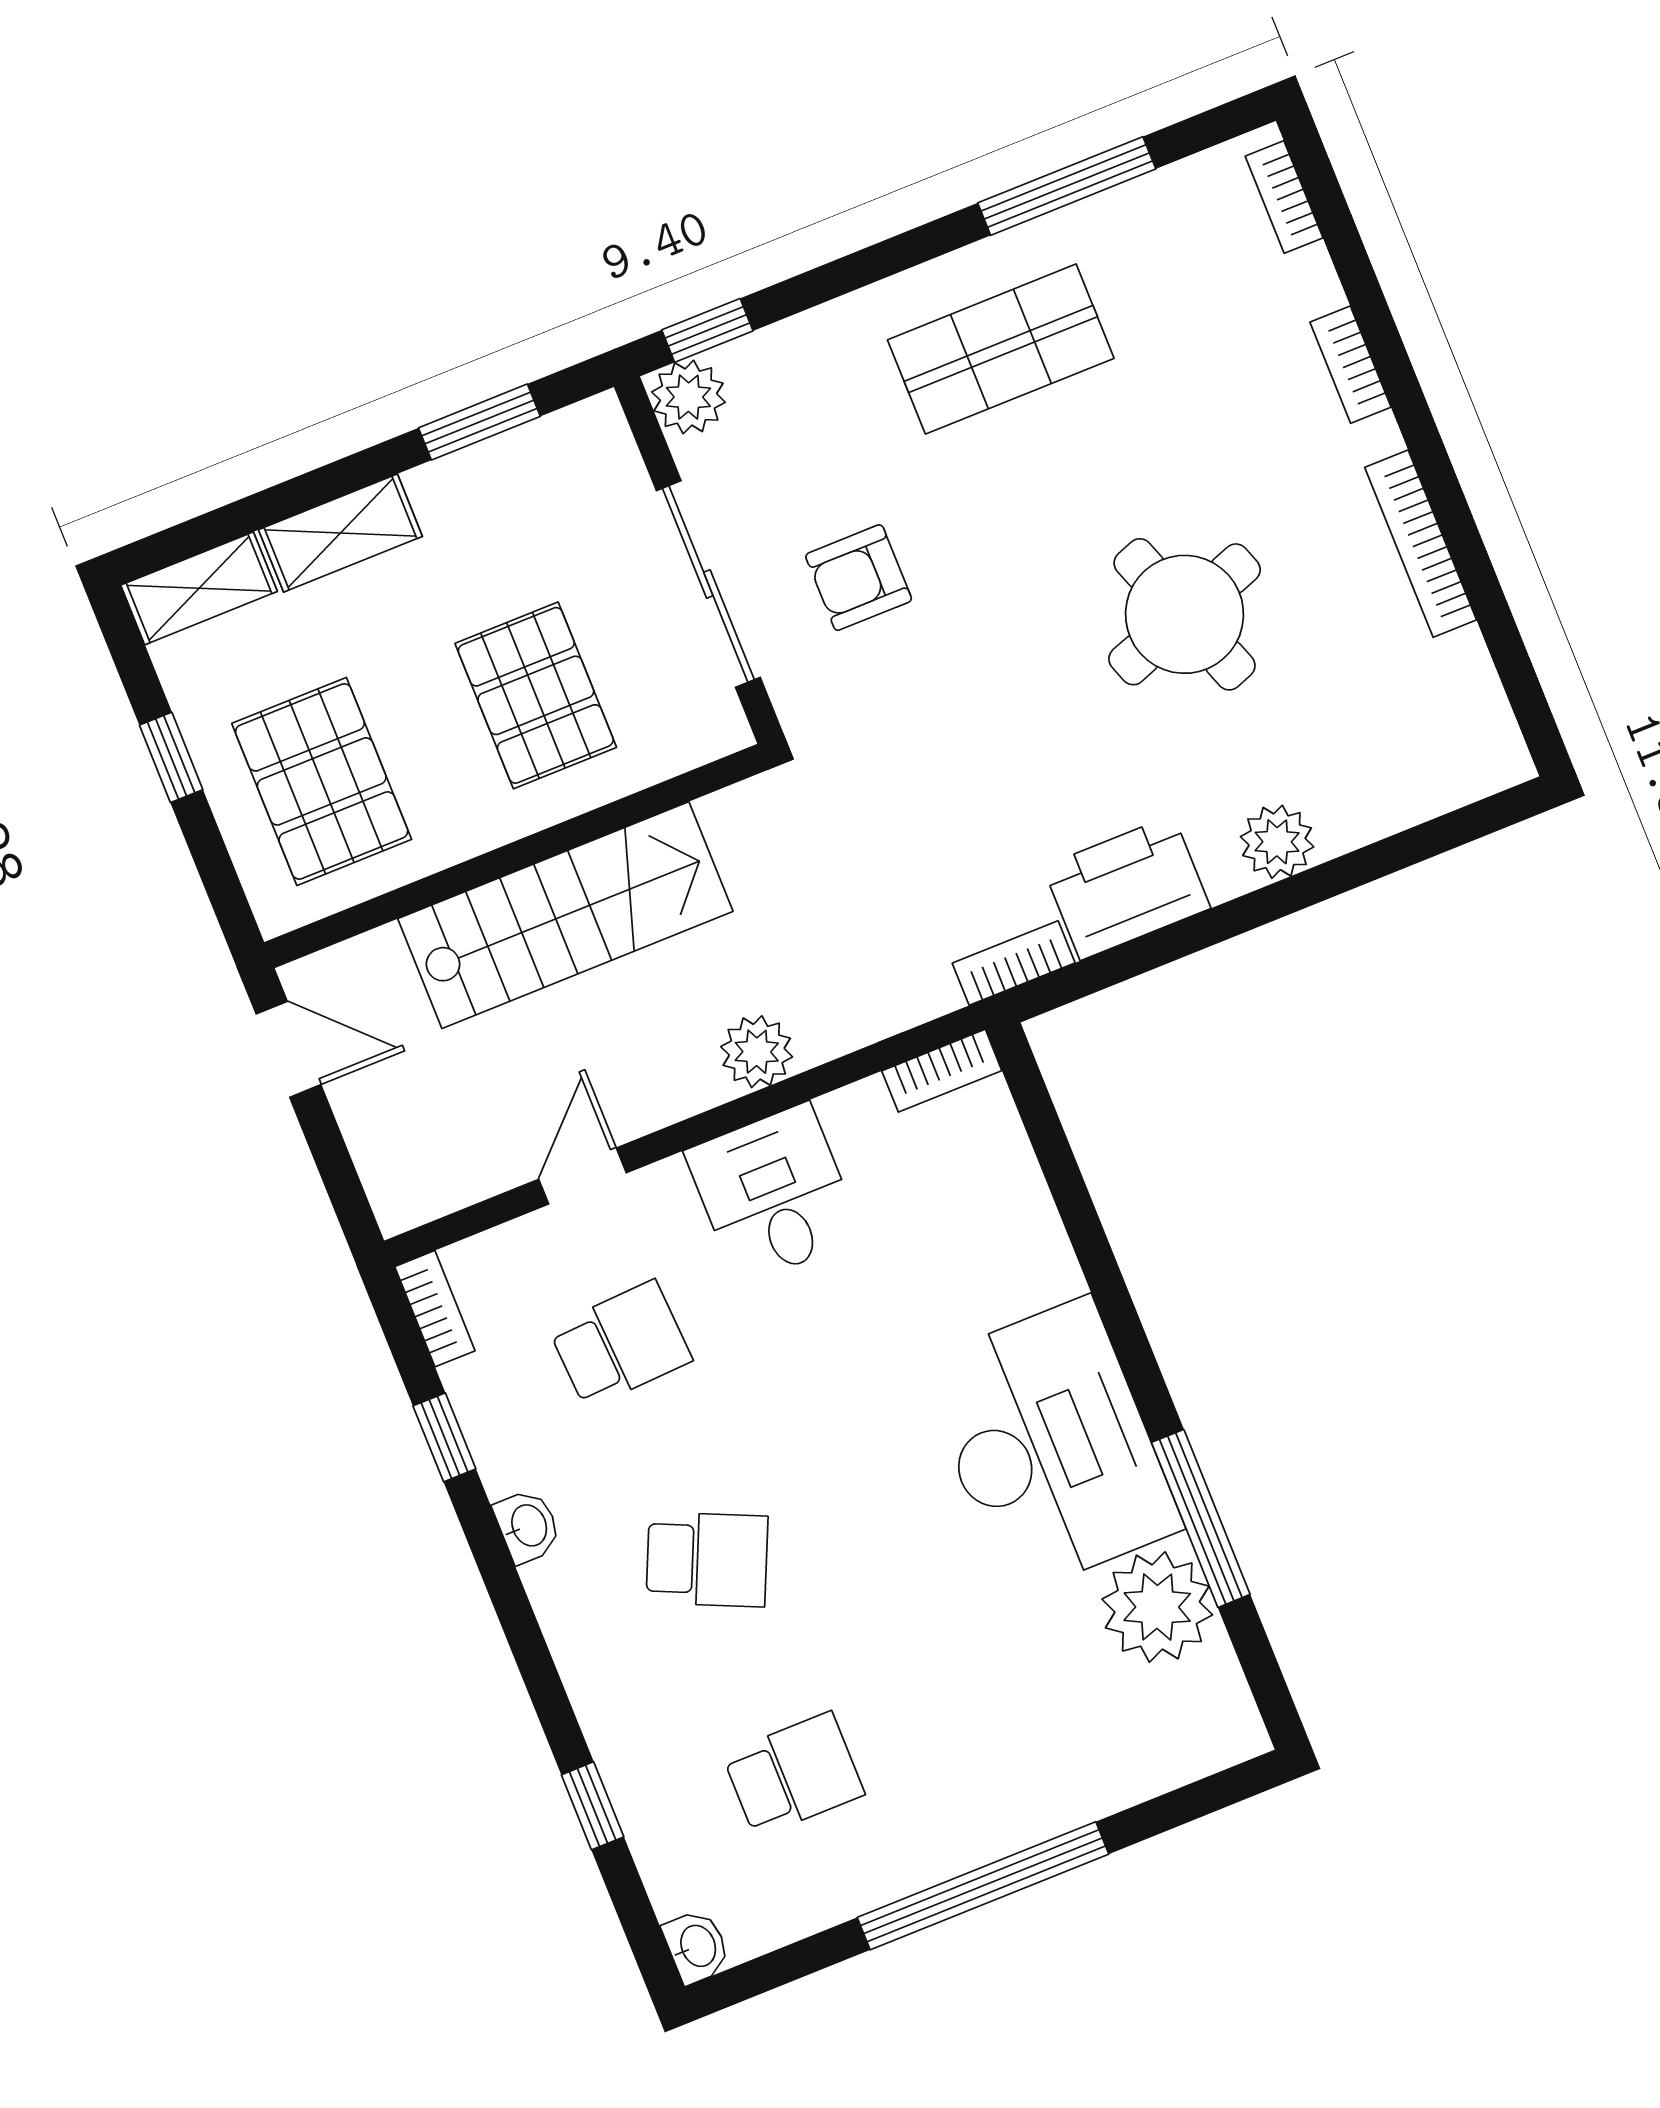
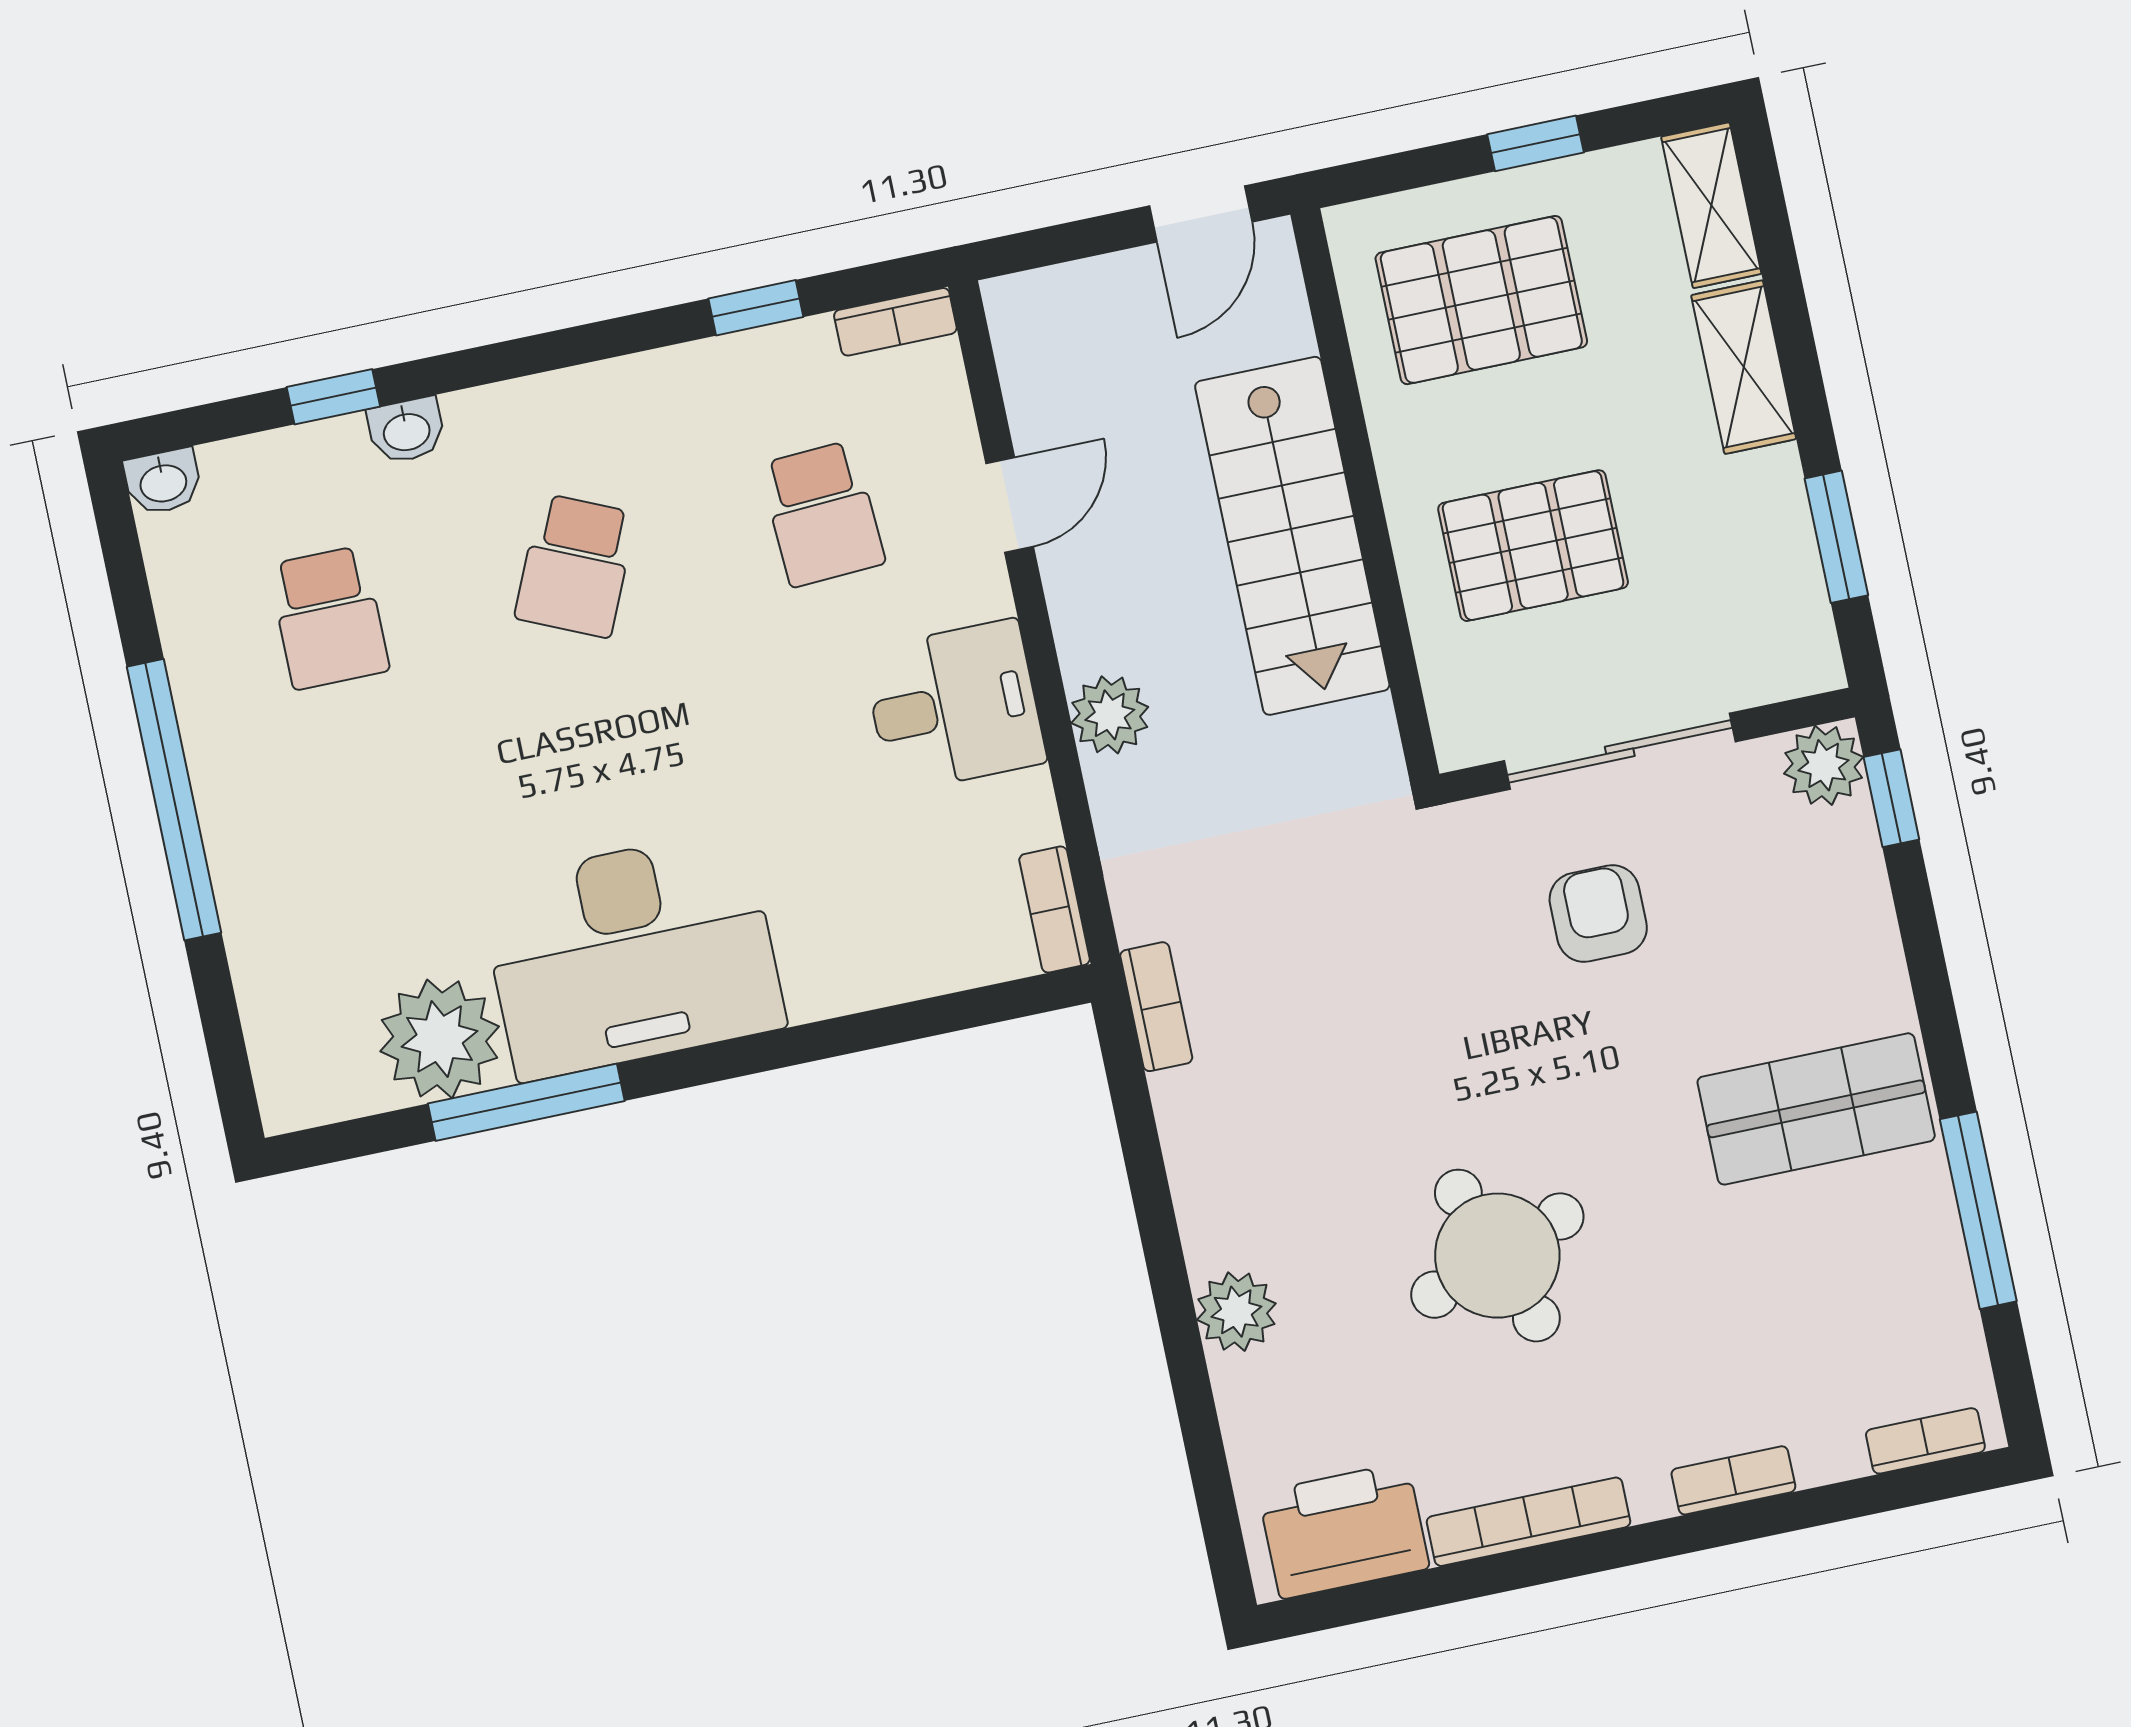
shop shelf: (1001, 349) -> (1816, 1109), turned 90
printer: (1127, 888) -> (1344, 1530), moved, turned -90
door: (583, 1176) -> (1010, 505), hinge flipped
washbasin: (528, 1526) -> (406, 430), moved

